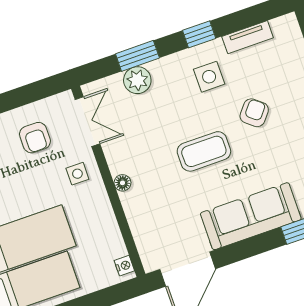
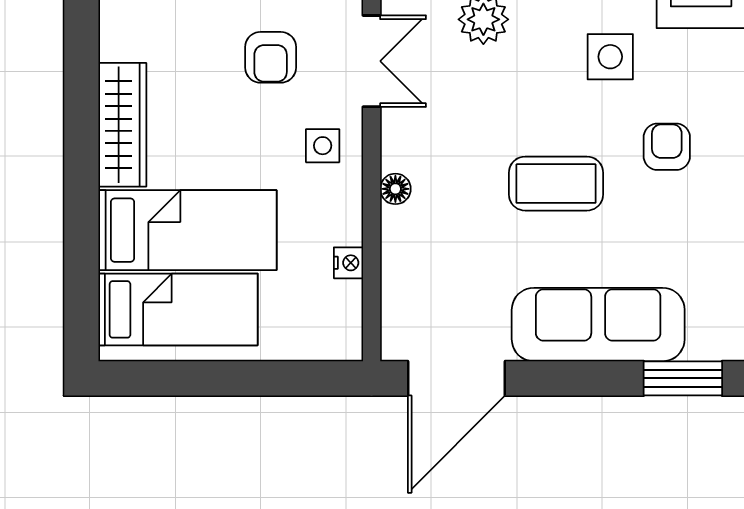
armchair: (254, 113) -> (667, 147), turned -39
nightstand: (124, 266) -> (348, 263), moved

